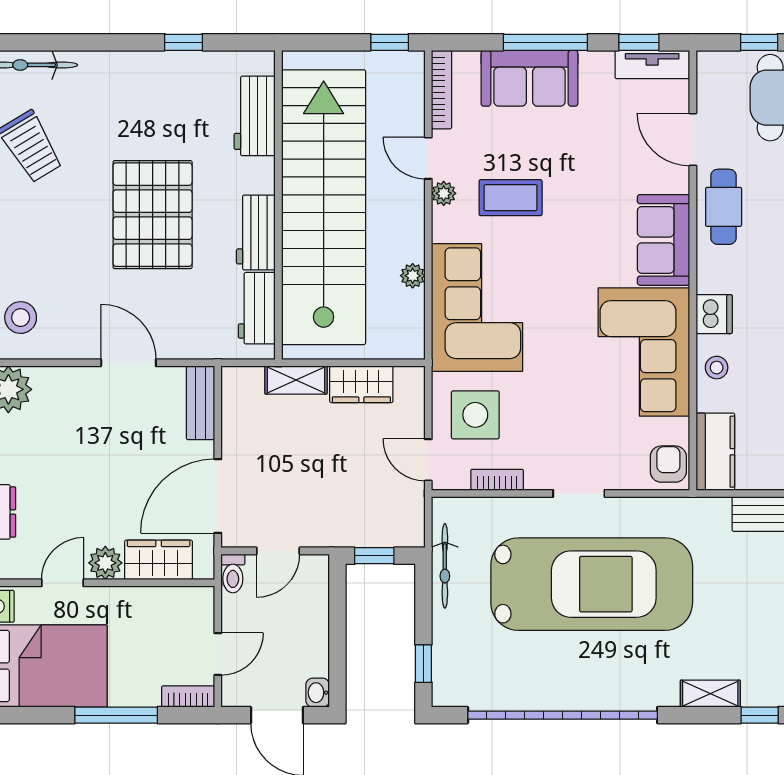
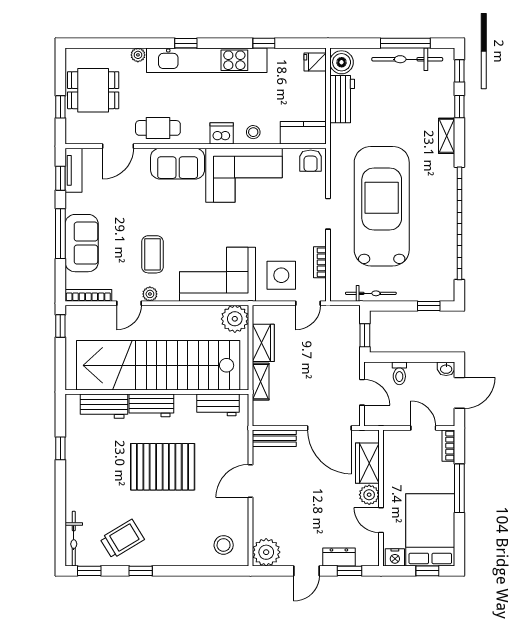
workbench: (256, 232) -> (151, 405), moved
plant: (413, 276) -> (235, 319), moved, width x1.88, depth x1.88
armchair: (668, 464) -> (311, 161), turned -90
toilet: (233, 573) -> (399, 373), moved, turned 90

